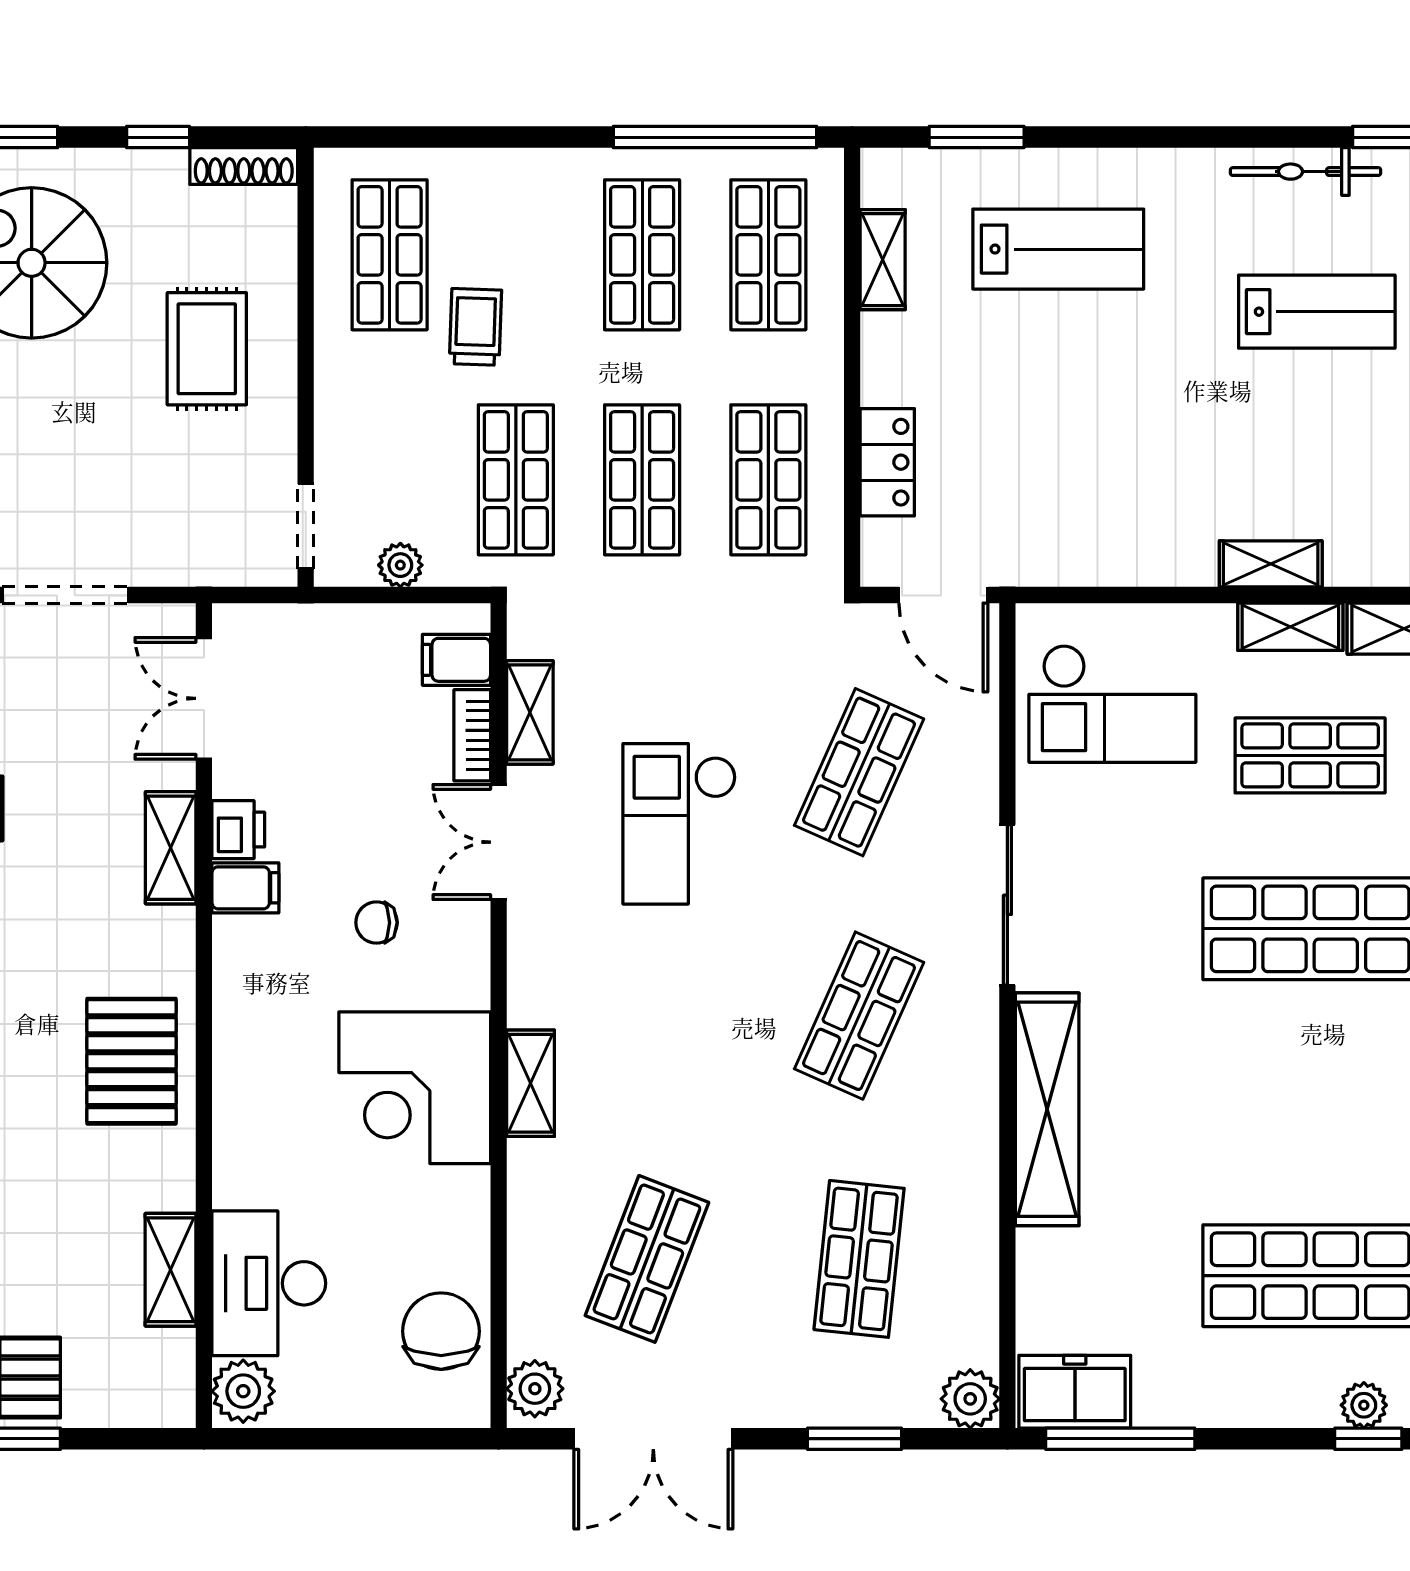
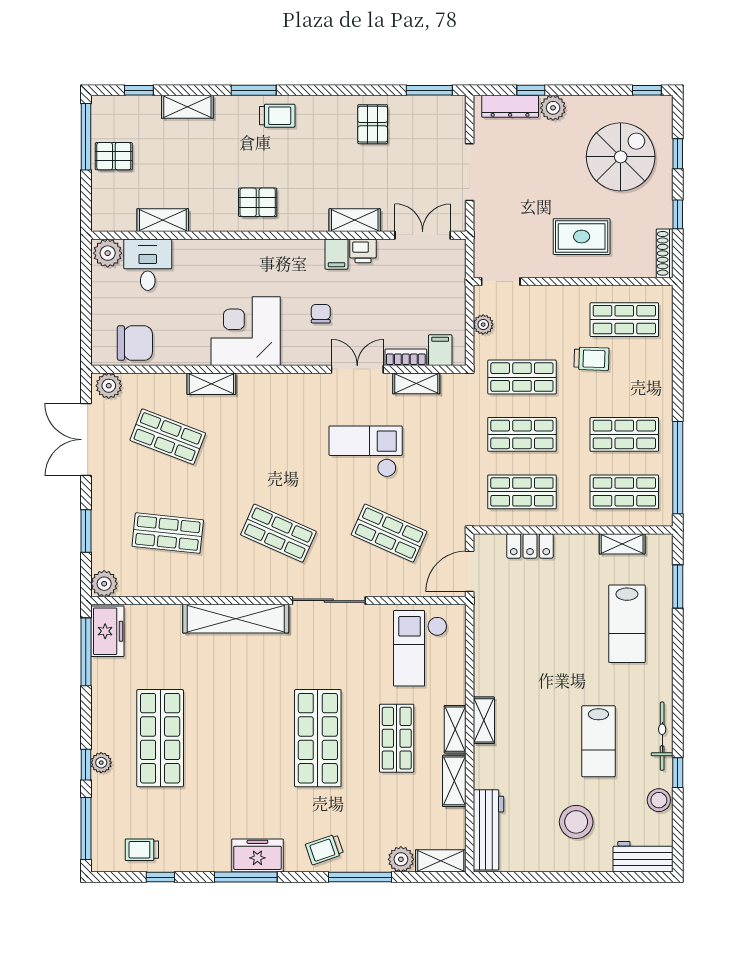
pallet: (131, 1061) -> (258, 202), width x0.67, depth x0.71
shelving: (531, 1083) -> (211, 384), moved
desk: (269, 1283) -> (148, 265), width x0.73

